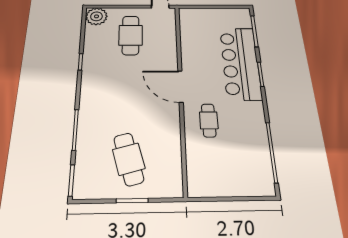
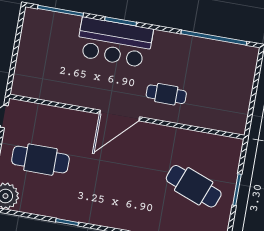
bar counter: (240, 63) -> (115, 42), width x0.73
cafe table: (129, 159) -> (194, 186), turned 36

